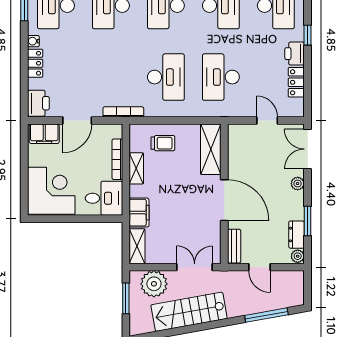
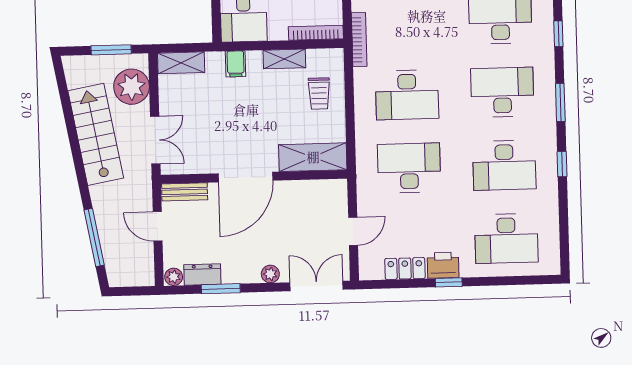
window: (308, 35) -> (449, 282), moved
bookcase: (117, 159) -> (316, 33), moved
filing cabinet: (139, 213) -> (236, 64), width x0.50
door: (259, 267) -> (158, 226), hinge flipped

